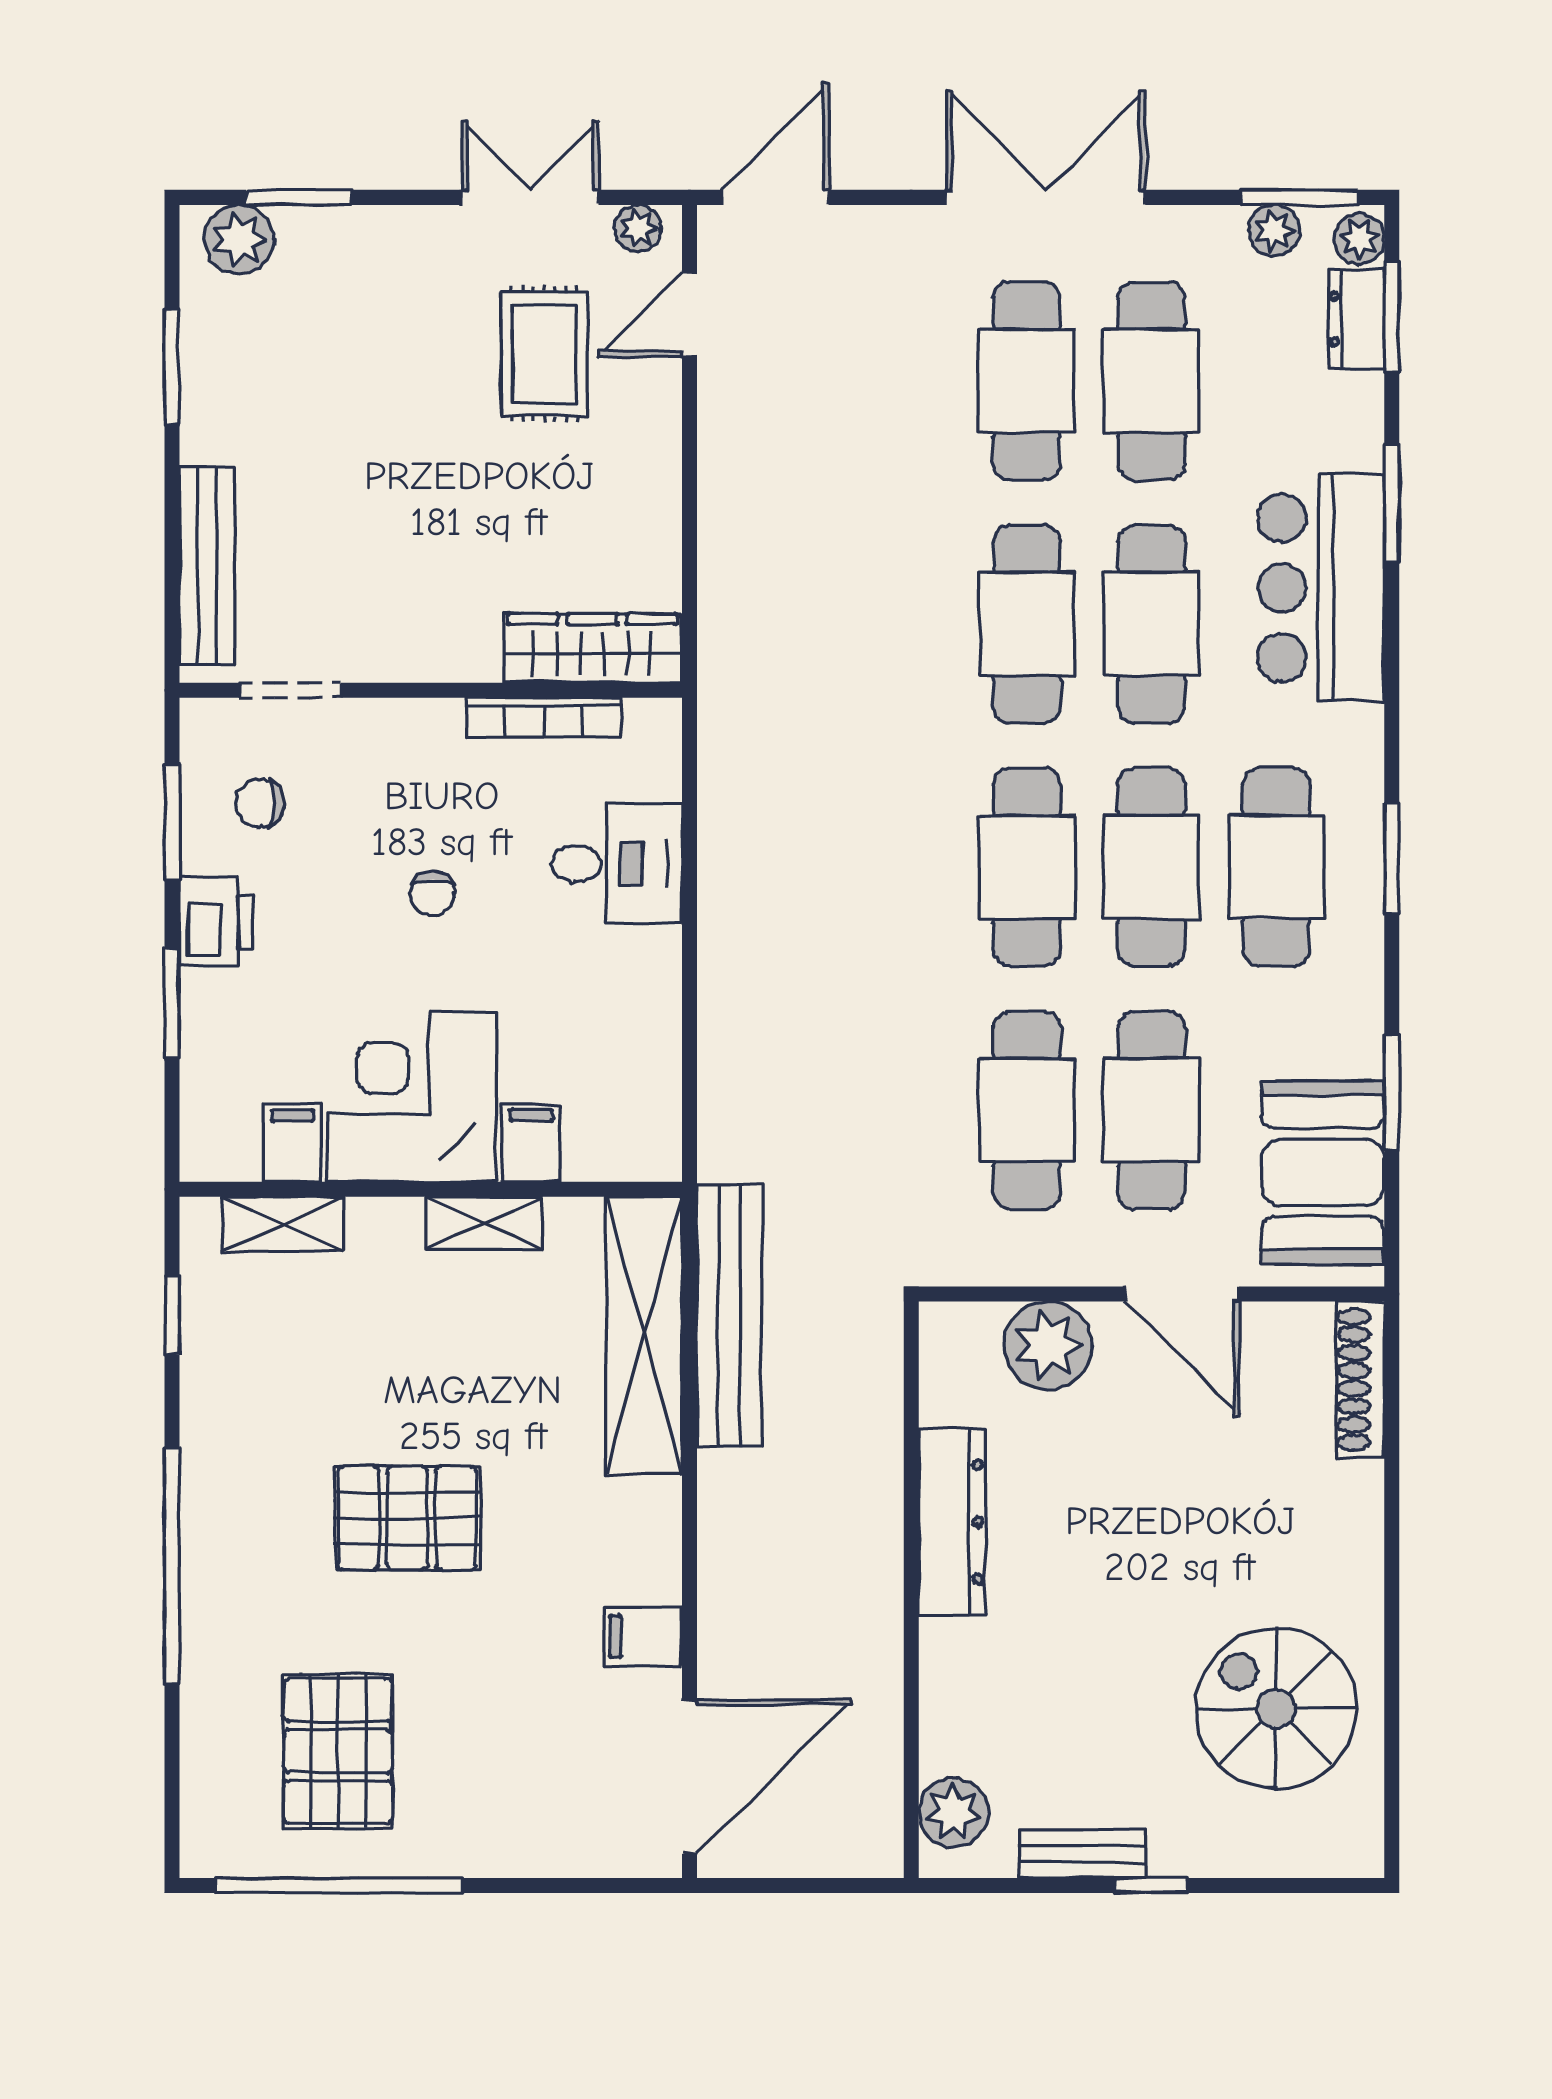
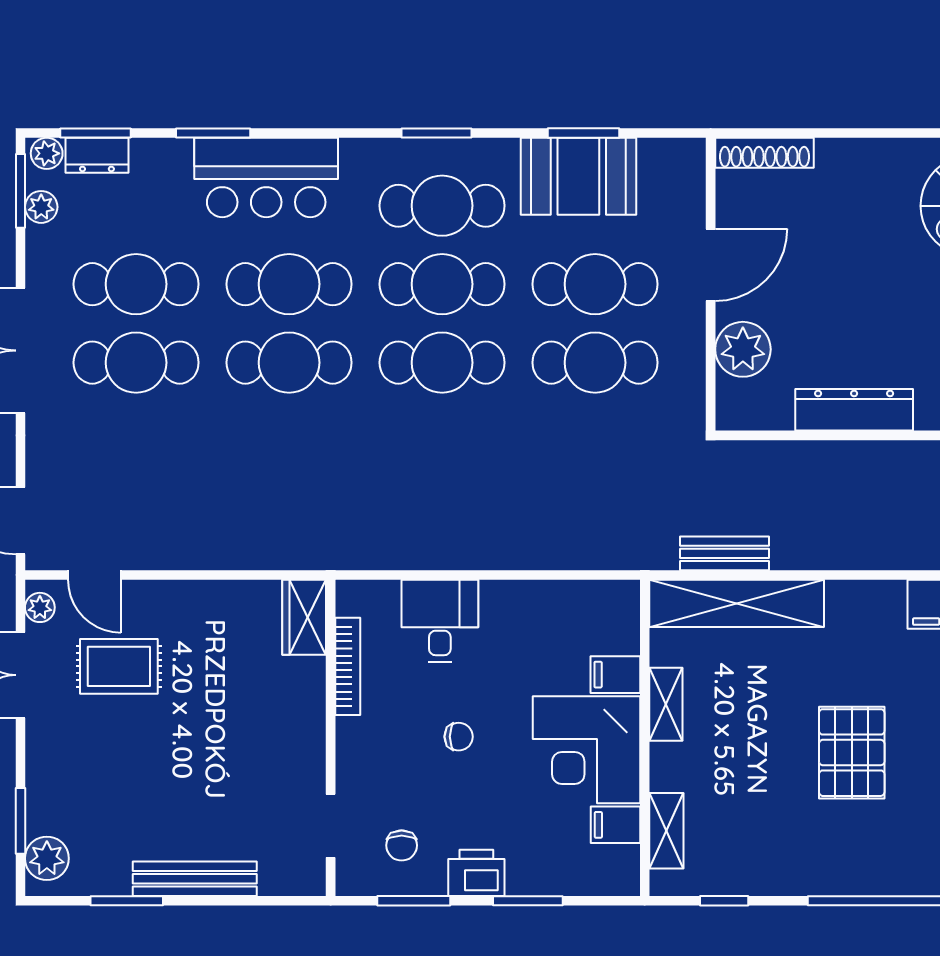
bench: (207, 566) -> (195, 879), moved
wardrobe: (592, 648) -> (304, 617), width x0.67
booth: (1323, 1172) -> (578, 176), moved
bench: (729, 1316) -> (724, 553), width x0.54, depth x0.82

